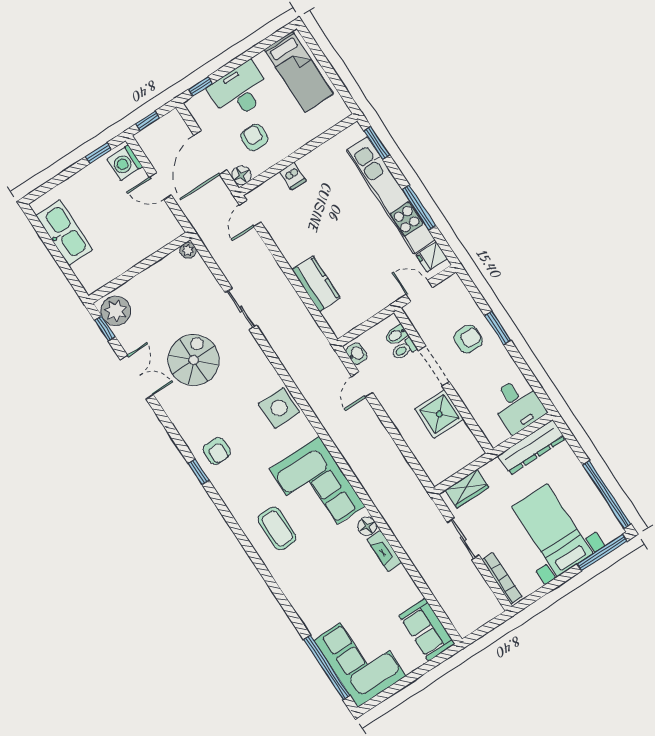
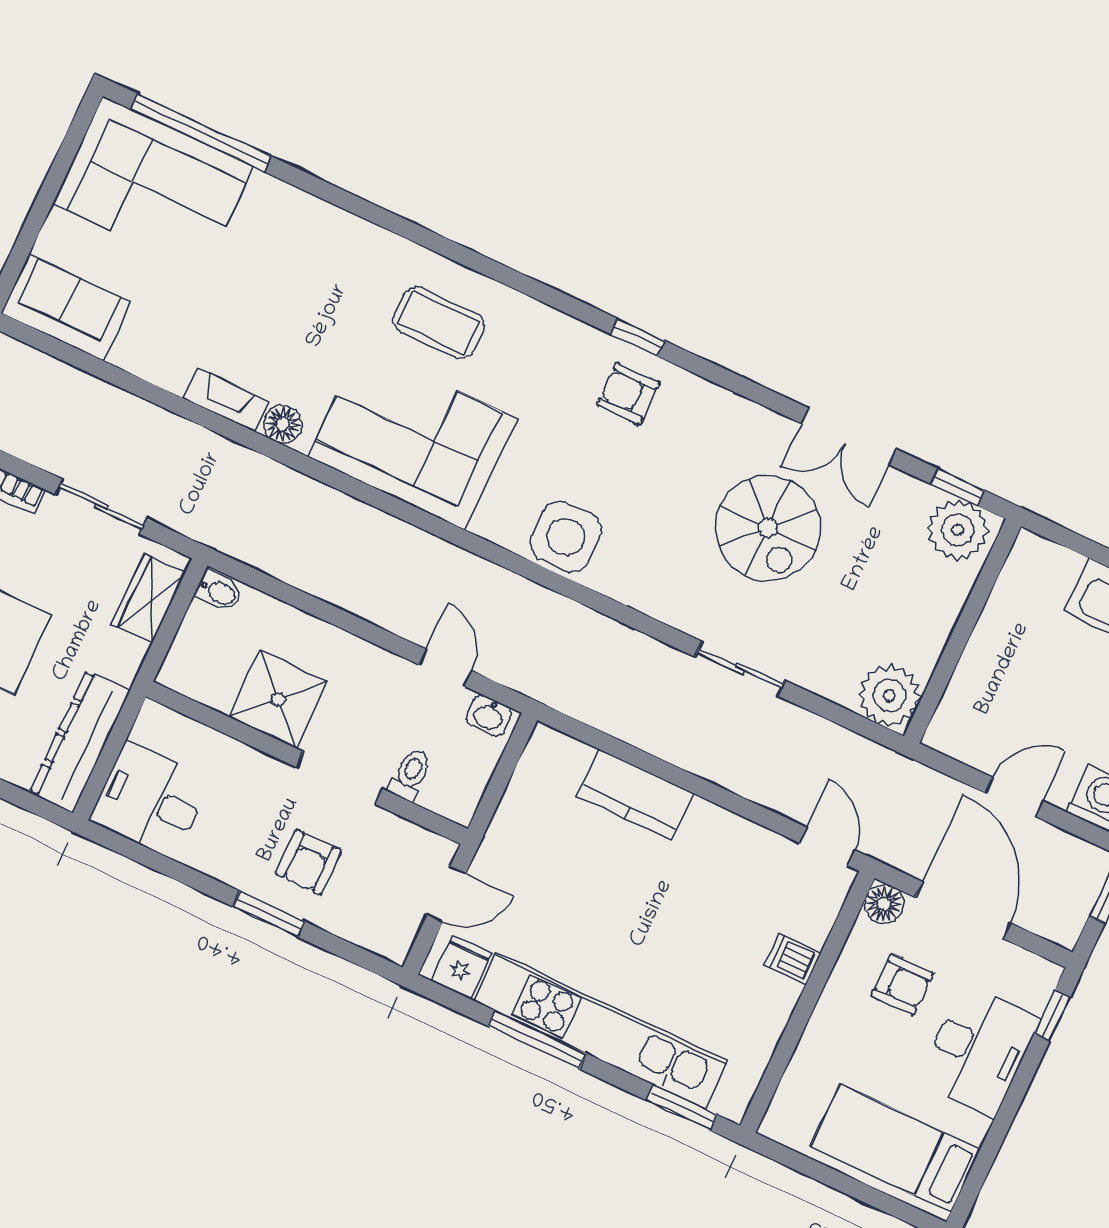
plant: (188, 250) -> (889, 695), width x1.88, depth x1.88
bidet: (396, 335) -> (219, 592), moved, turned 90

